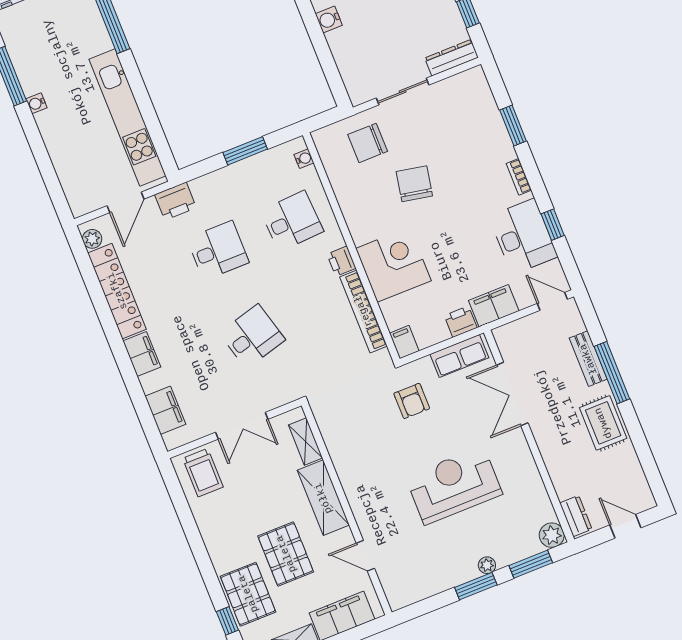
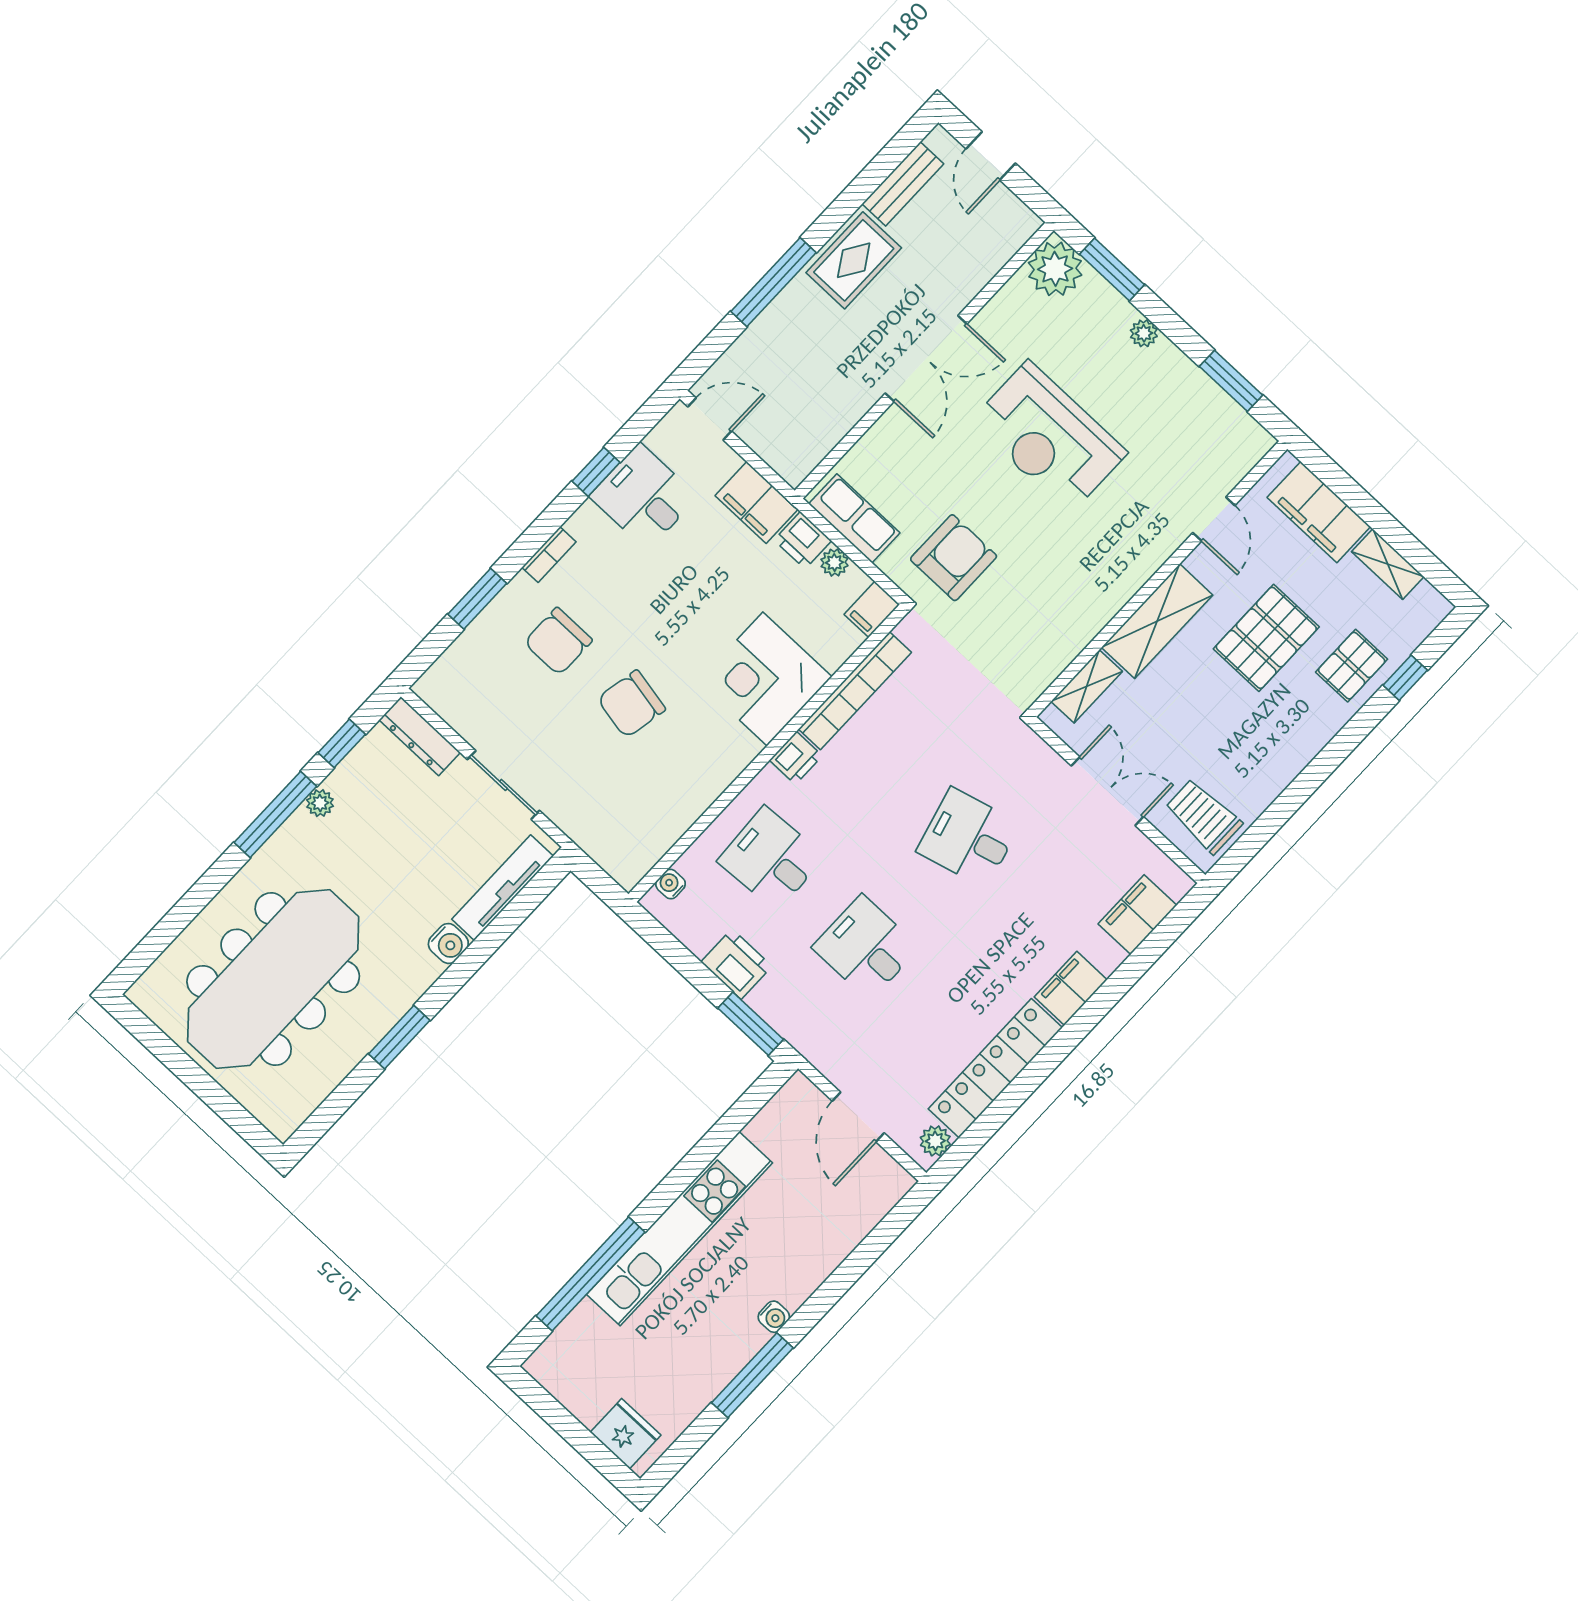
tv unit: (346, 64) -> (503, 888), added
kitchen unit: (127, 117) -> (680, 1229), moved
chair: (368, 143) -> (558, 641), moved, turned 90
window: (245, 151) -> (751, 1024), moved
printer: (176, 201) -> (736, 964), moved
door: (126, 202) -> (858, 1117), swing flipped
desk: (523, 236) -> (644, 497), width x0.73
door: (552, 301) -> (710, 419), swing flipped
plant: (440, 333) -> (834, 563), added
bench: (588, 359) -> (903, 184), moved
double door: (512, 394) -> (926, 359), moved
armchair: (412, 401) -> (954, 558), width x1.38, depth x1.38
trolley: (203, 473) -> (1203, 816), turned -90
dresser: (576, 516) -> (1010, 236), removed
plant: (552, 535) -> (1055, 269), width x1.36, depth x1.36
window: (476, 586) -> (1231, 381), moved
pallet: (248, 594) -> (1352, 666), width x0.67, depth x0.71

